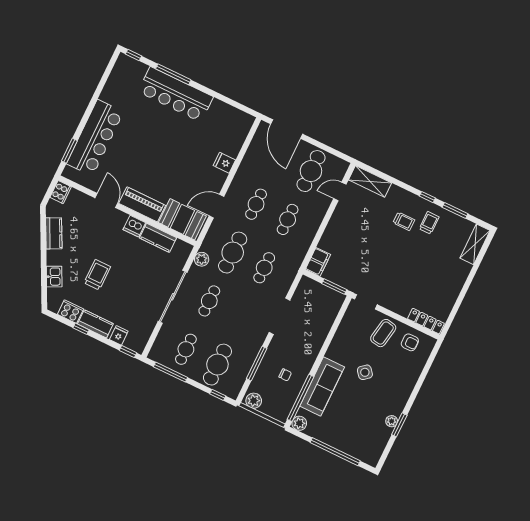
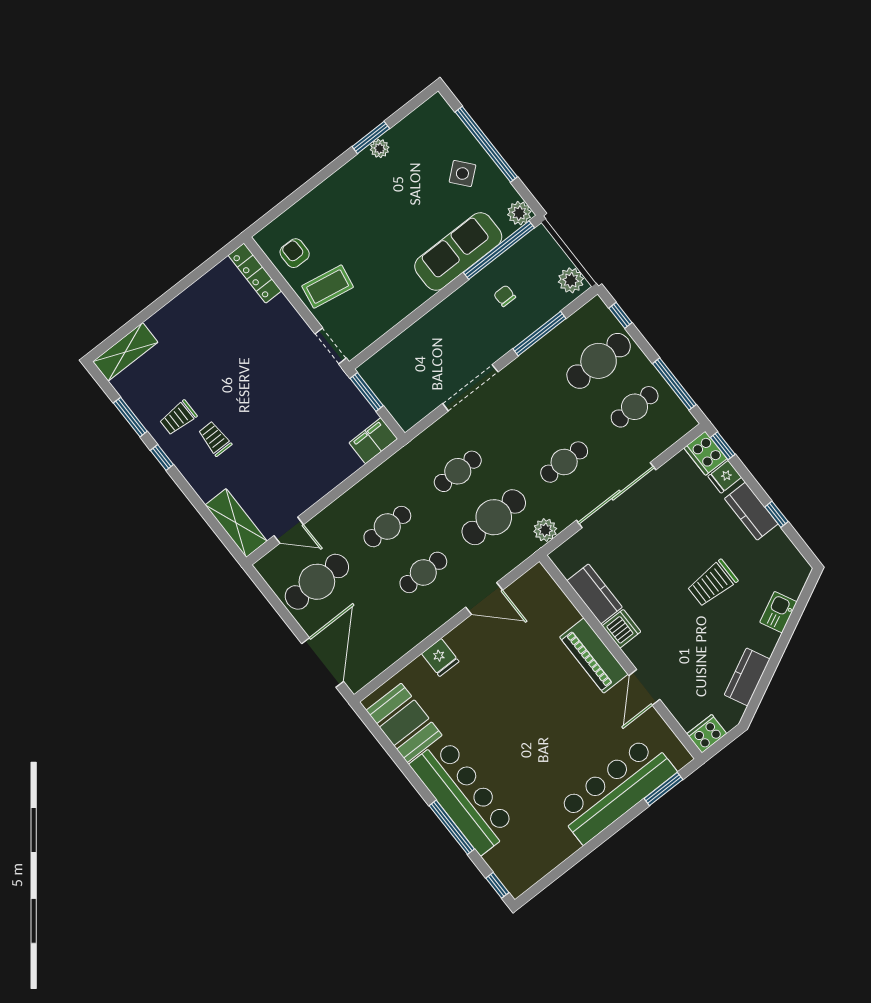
booth: (182, 219) -> (404, 723), moved
cooker: (70, 312) -> (705, 453), moved
side table: (365, 372) -> (462, 174), moved

